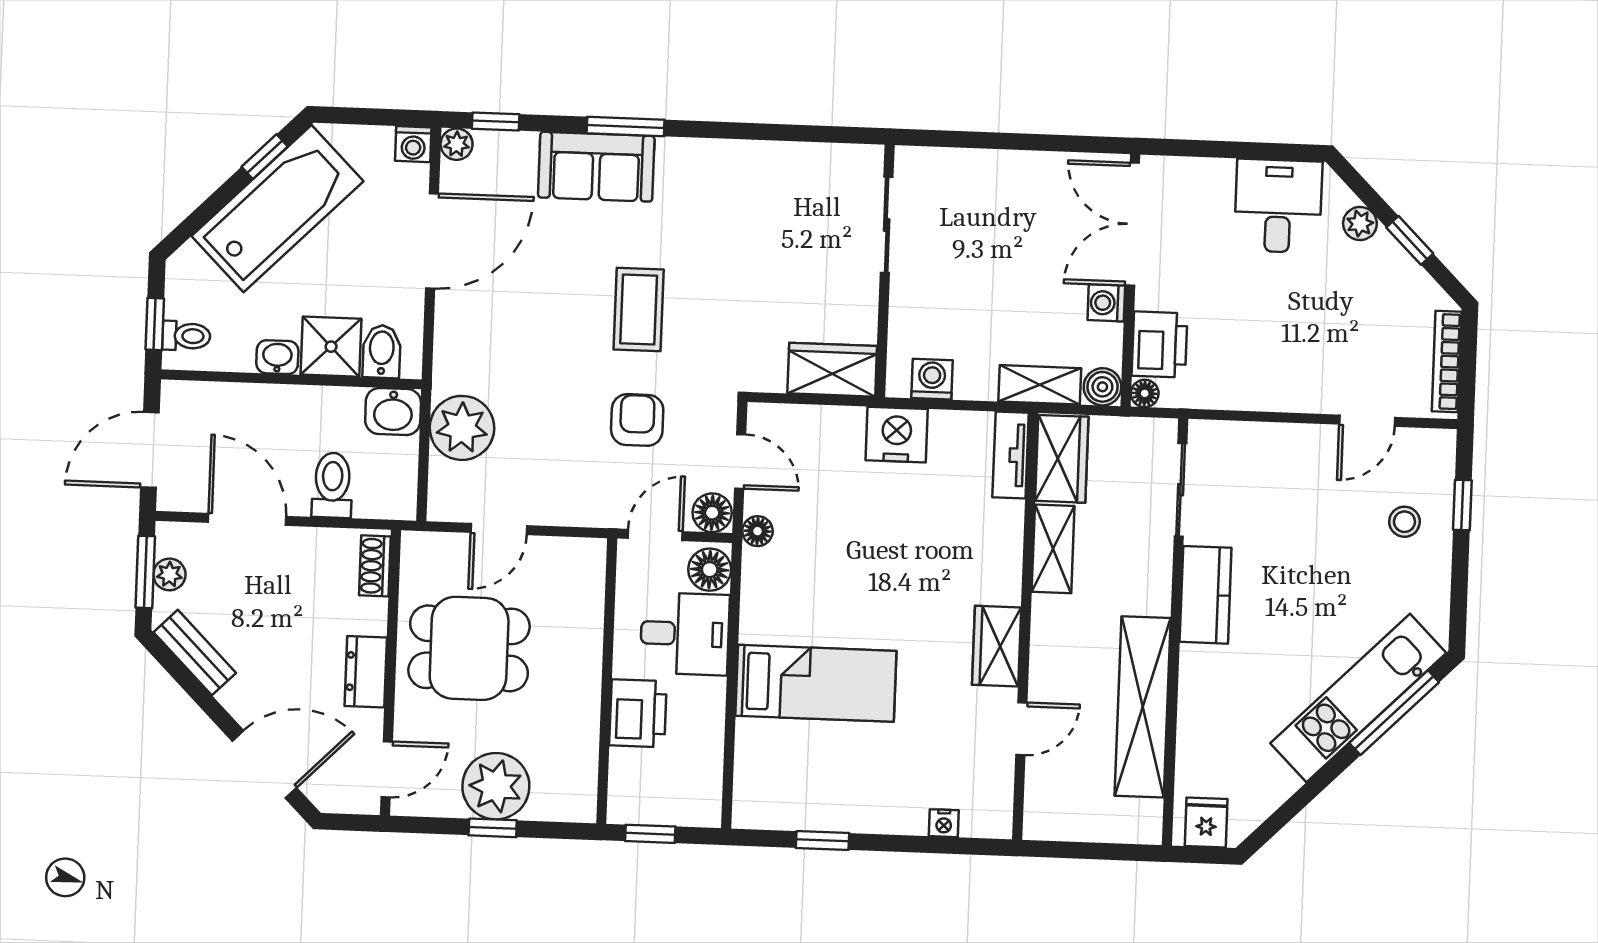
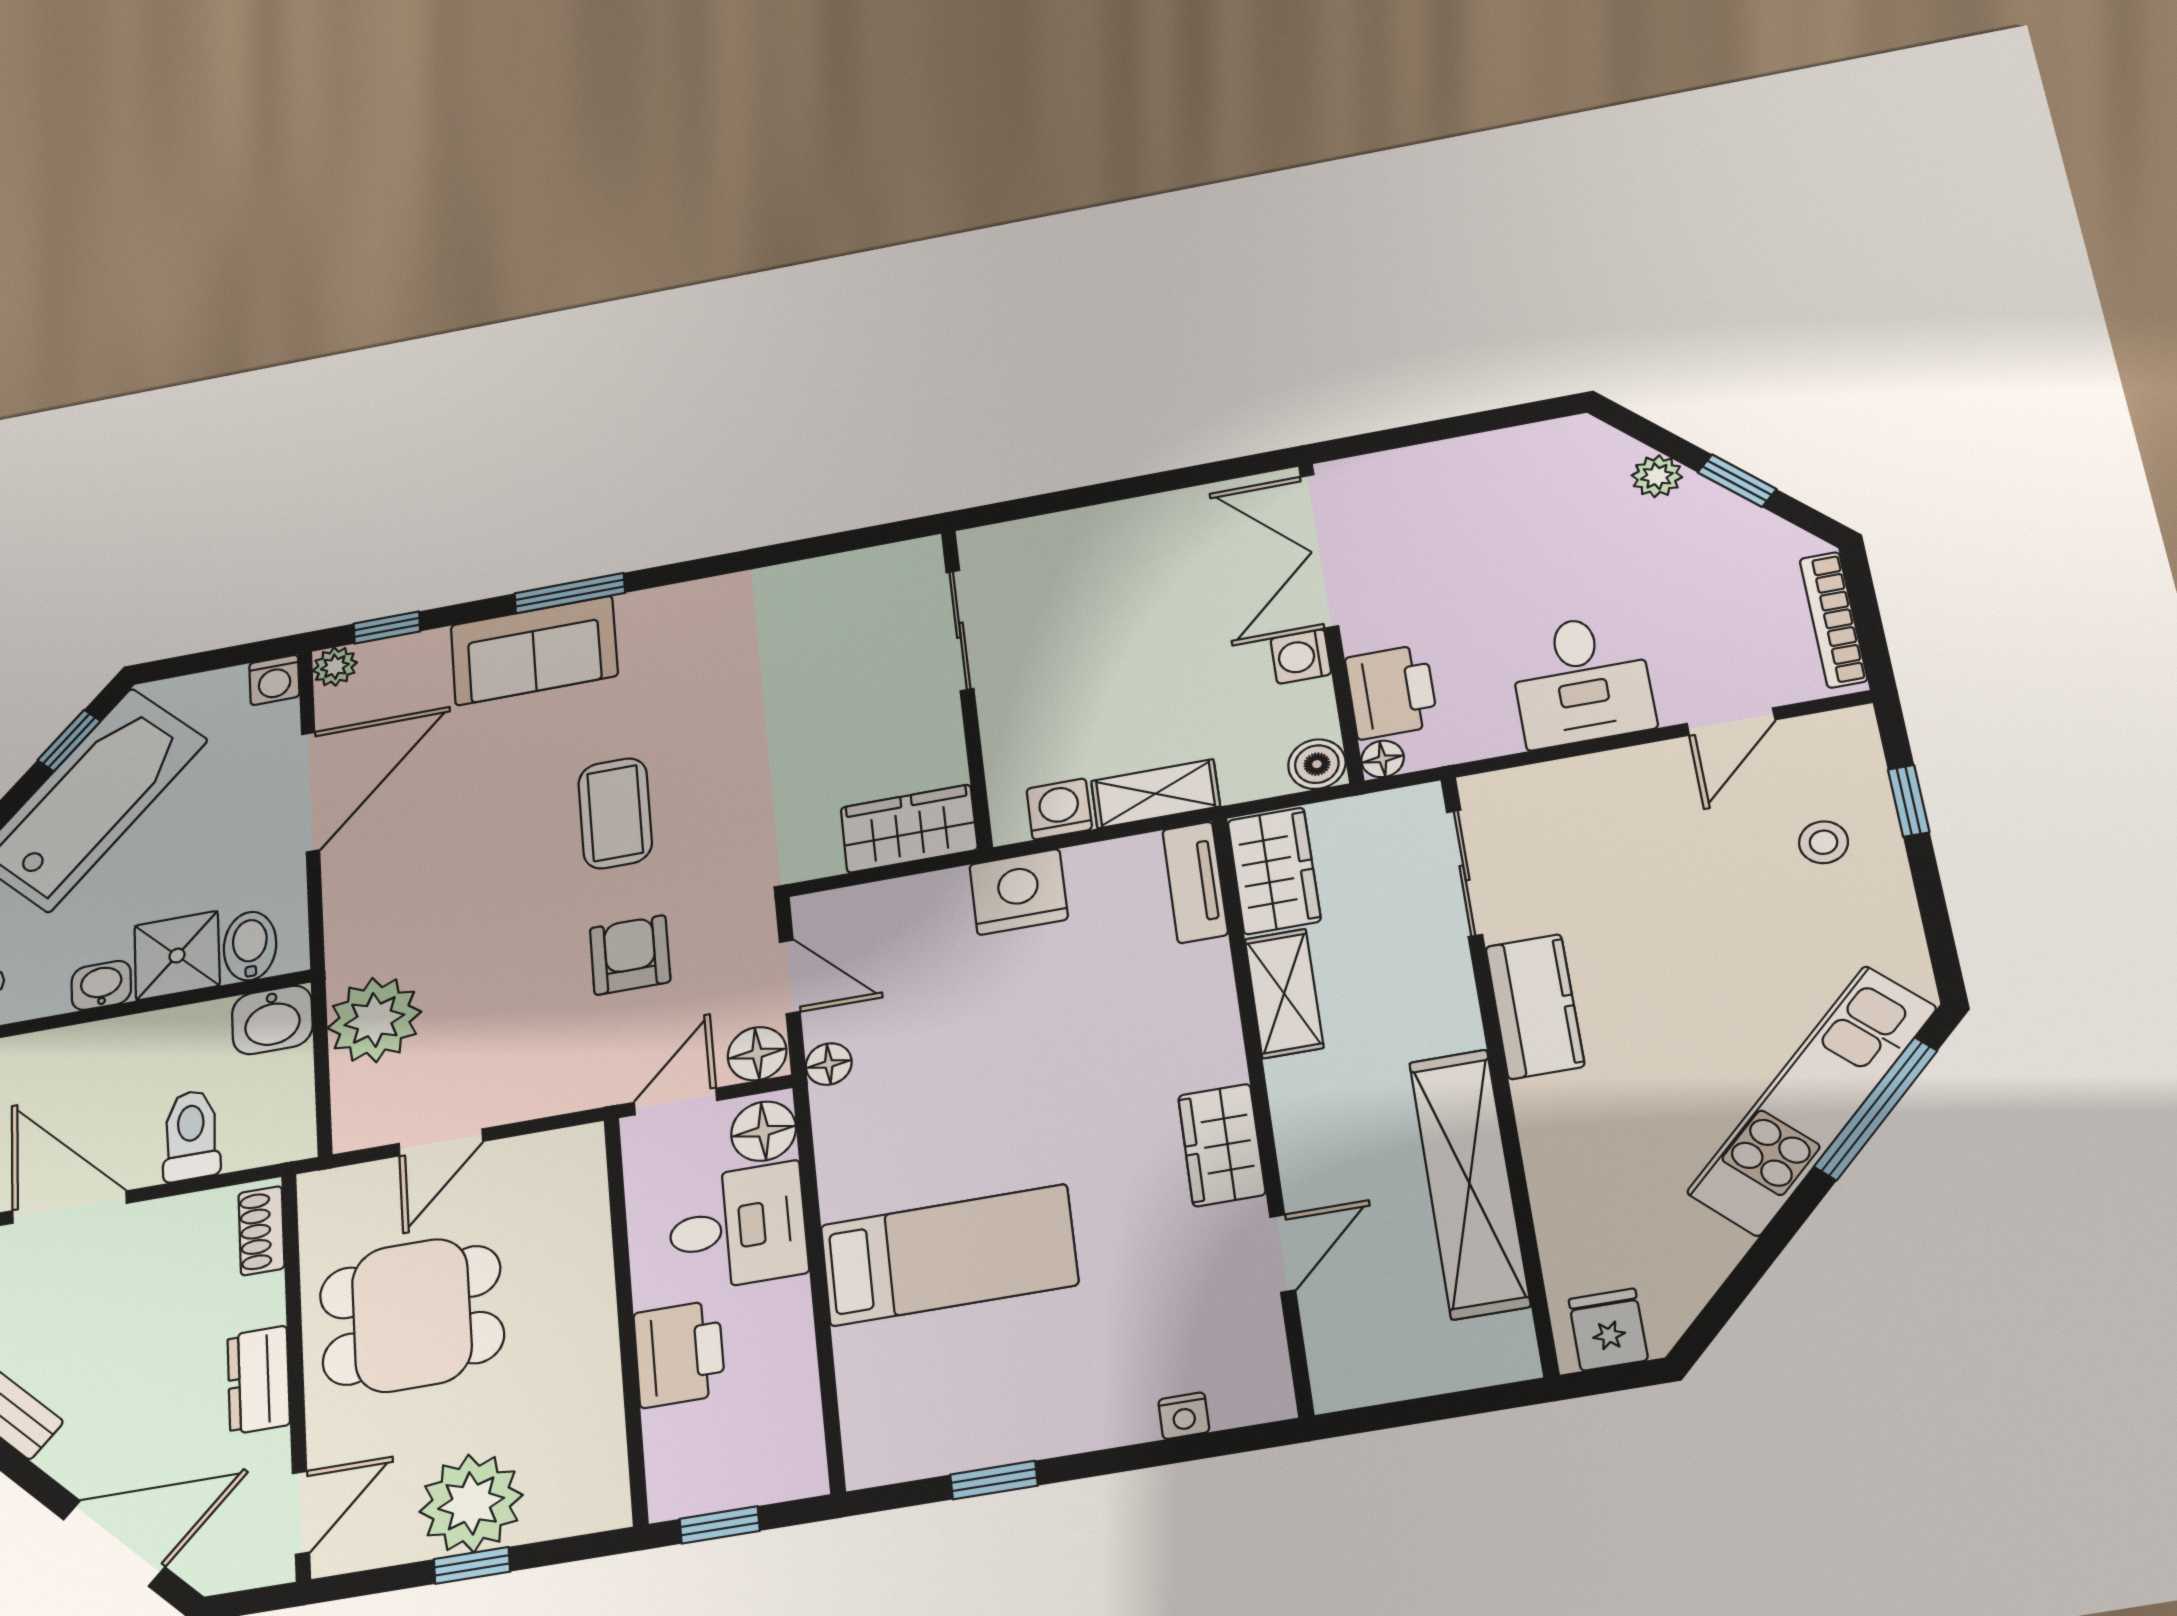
desk: (1278, 206) -> (1581, 680), moved, turned 180
shelving: (1040, 385) -> (1155, 794), moved

